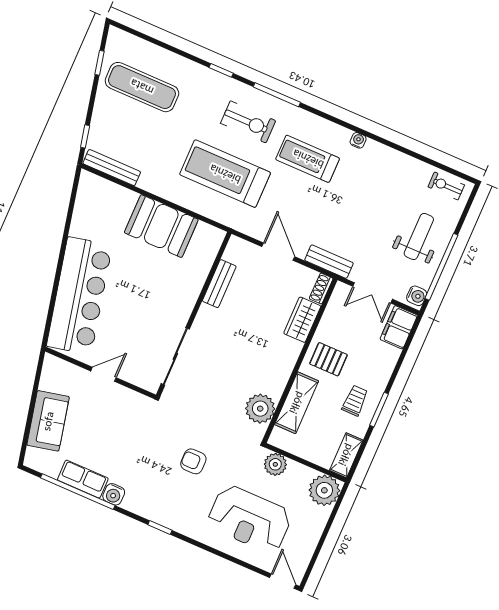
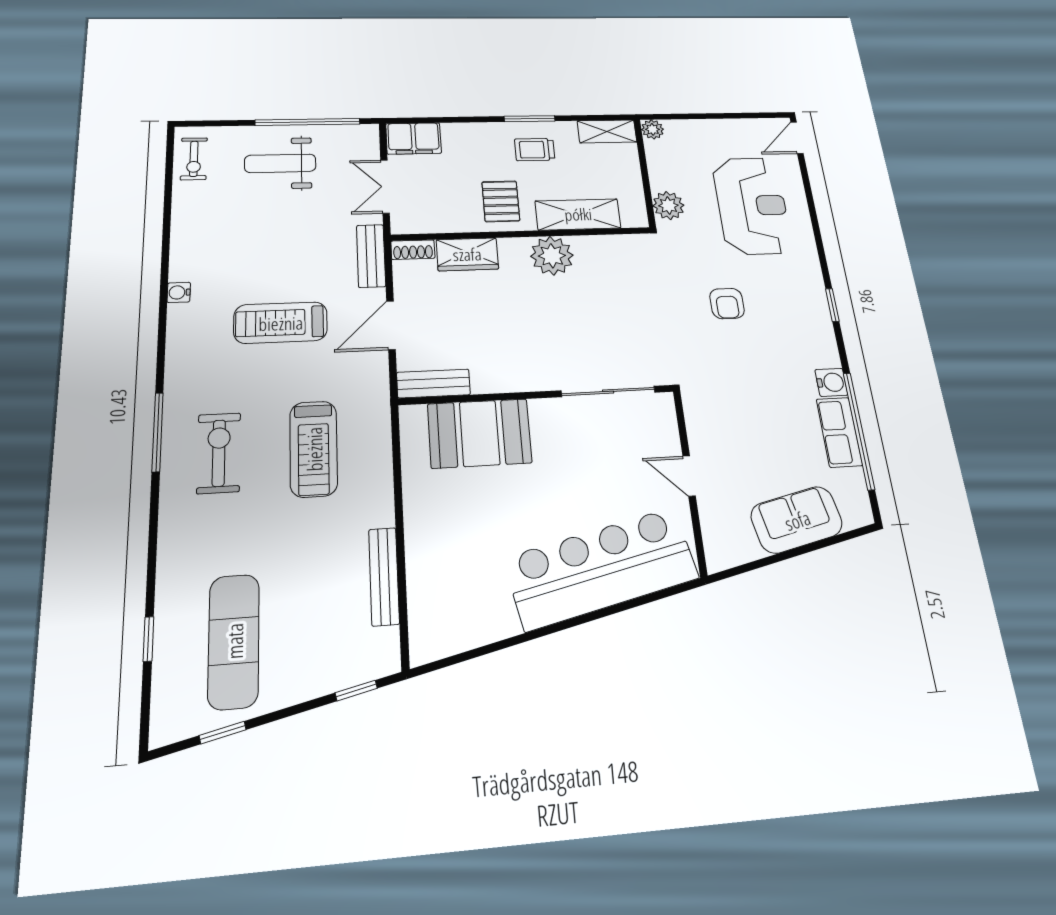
window: (221, 70) -> (148, 639), moved
treadmill: (308, 159) -> (281, 323), moved, turned 90
bench: (112, 168) -> (384, 576), moved
treadmill: (225, 174) -> (314, 449), width x0.73, depth x0.73
booth: (161, 226) -> (480, 433), moved, turned 90
bench: (219, 284) -> (433, 383), moved
double door: (373, 293) -> (385, 186), swing flipped
water cooler: (417, 296) -> (361, 135), removed
plant: (260, 409) -> (552, 256), moved
plant: (324, 490) -> (653, 129), width x0.53, depth x0.53

